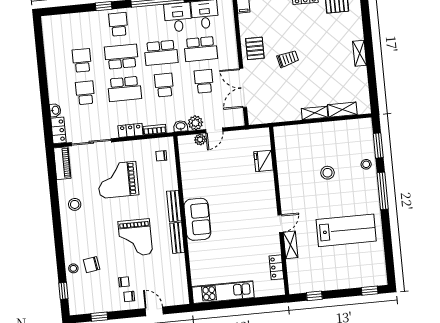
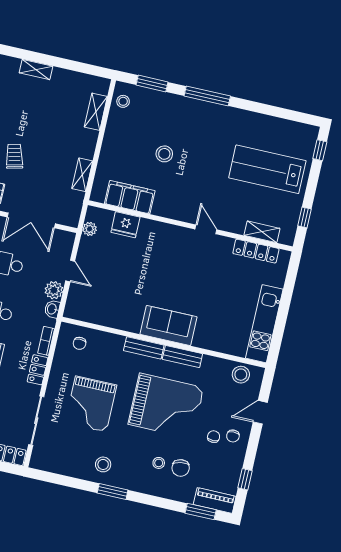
shelving: (315, 113) -> (82, 175), moved
plant: (200, 140) -> (90, 229), moved
filing cabinet: (286, 157) -> (130, 197), added
piano: (62, 163) -> (215, 500), moved
stool: (366, 164) -> (123, 101), moved
window: (56, 219) -> (113, 492), added
lab bench: (346, 230) -> (267, 169), moved, turned -90
grand piano: (135, 238) -> (166, 406), width x1.37, depth x1.48
shelving: (290, 245) -> (262, 232), moved
locker: (276, 267) -> (256, 251), width x1.53
stool: (73, 268) -> (159, 463), moved
stool: (178, 287) -> (241, 375), added
window: (63, 291) -> (201, 512), width x1.50

